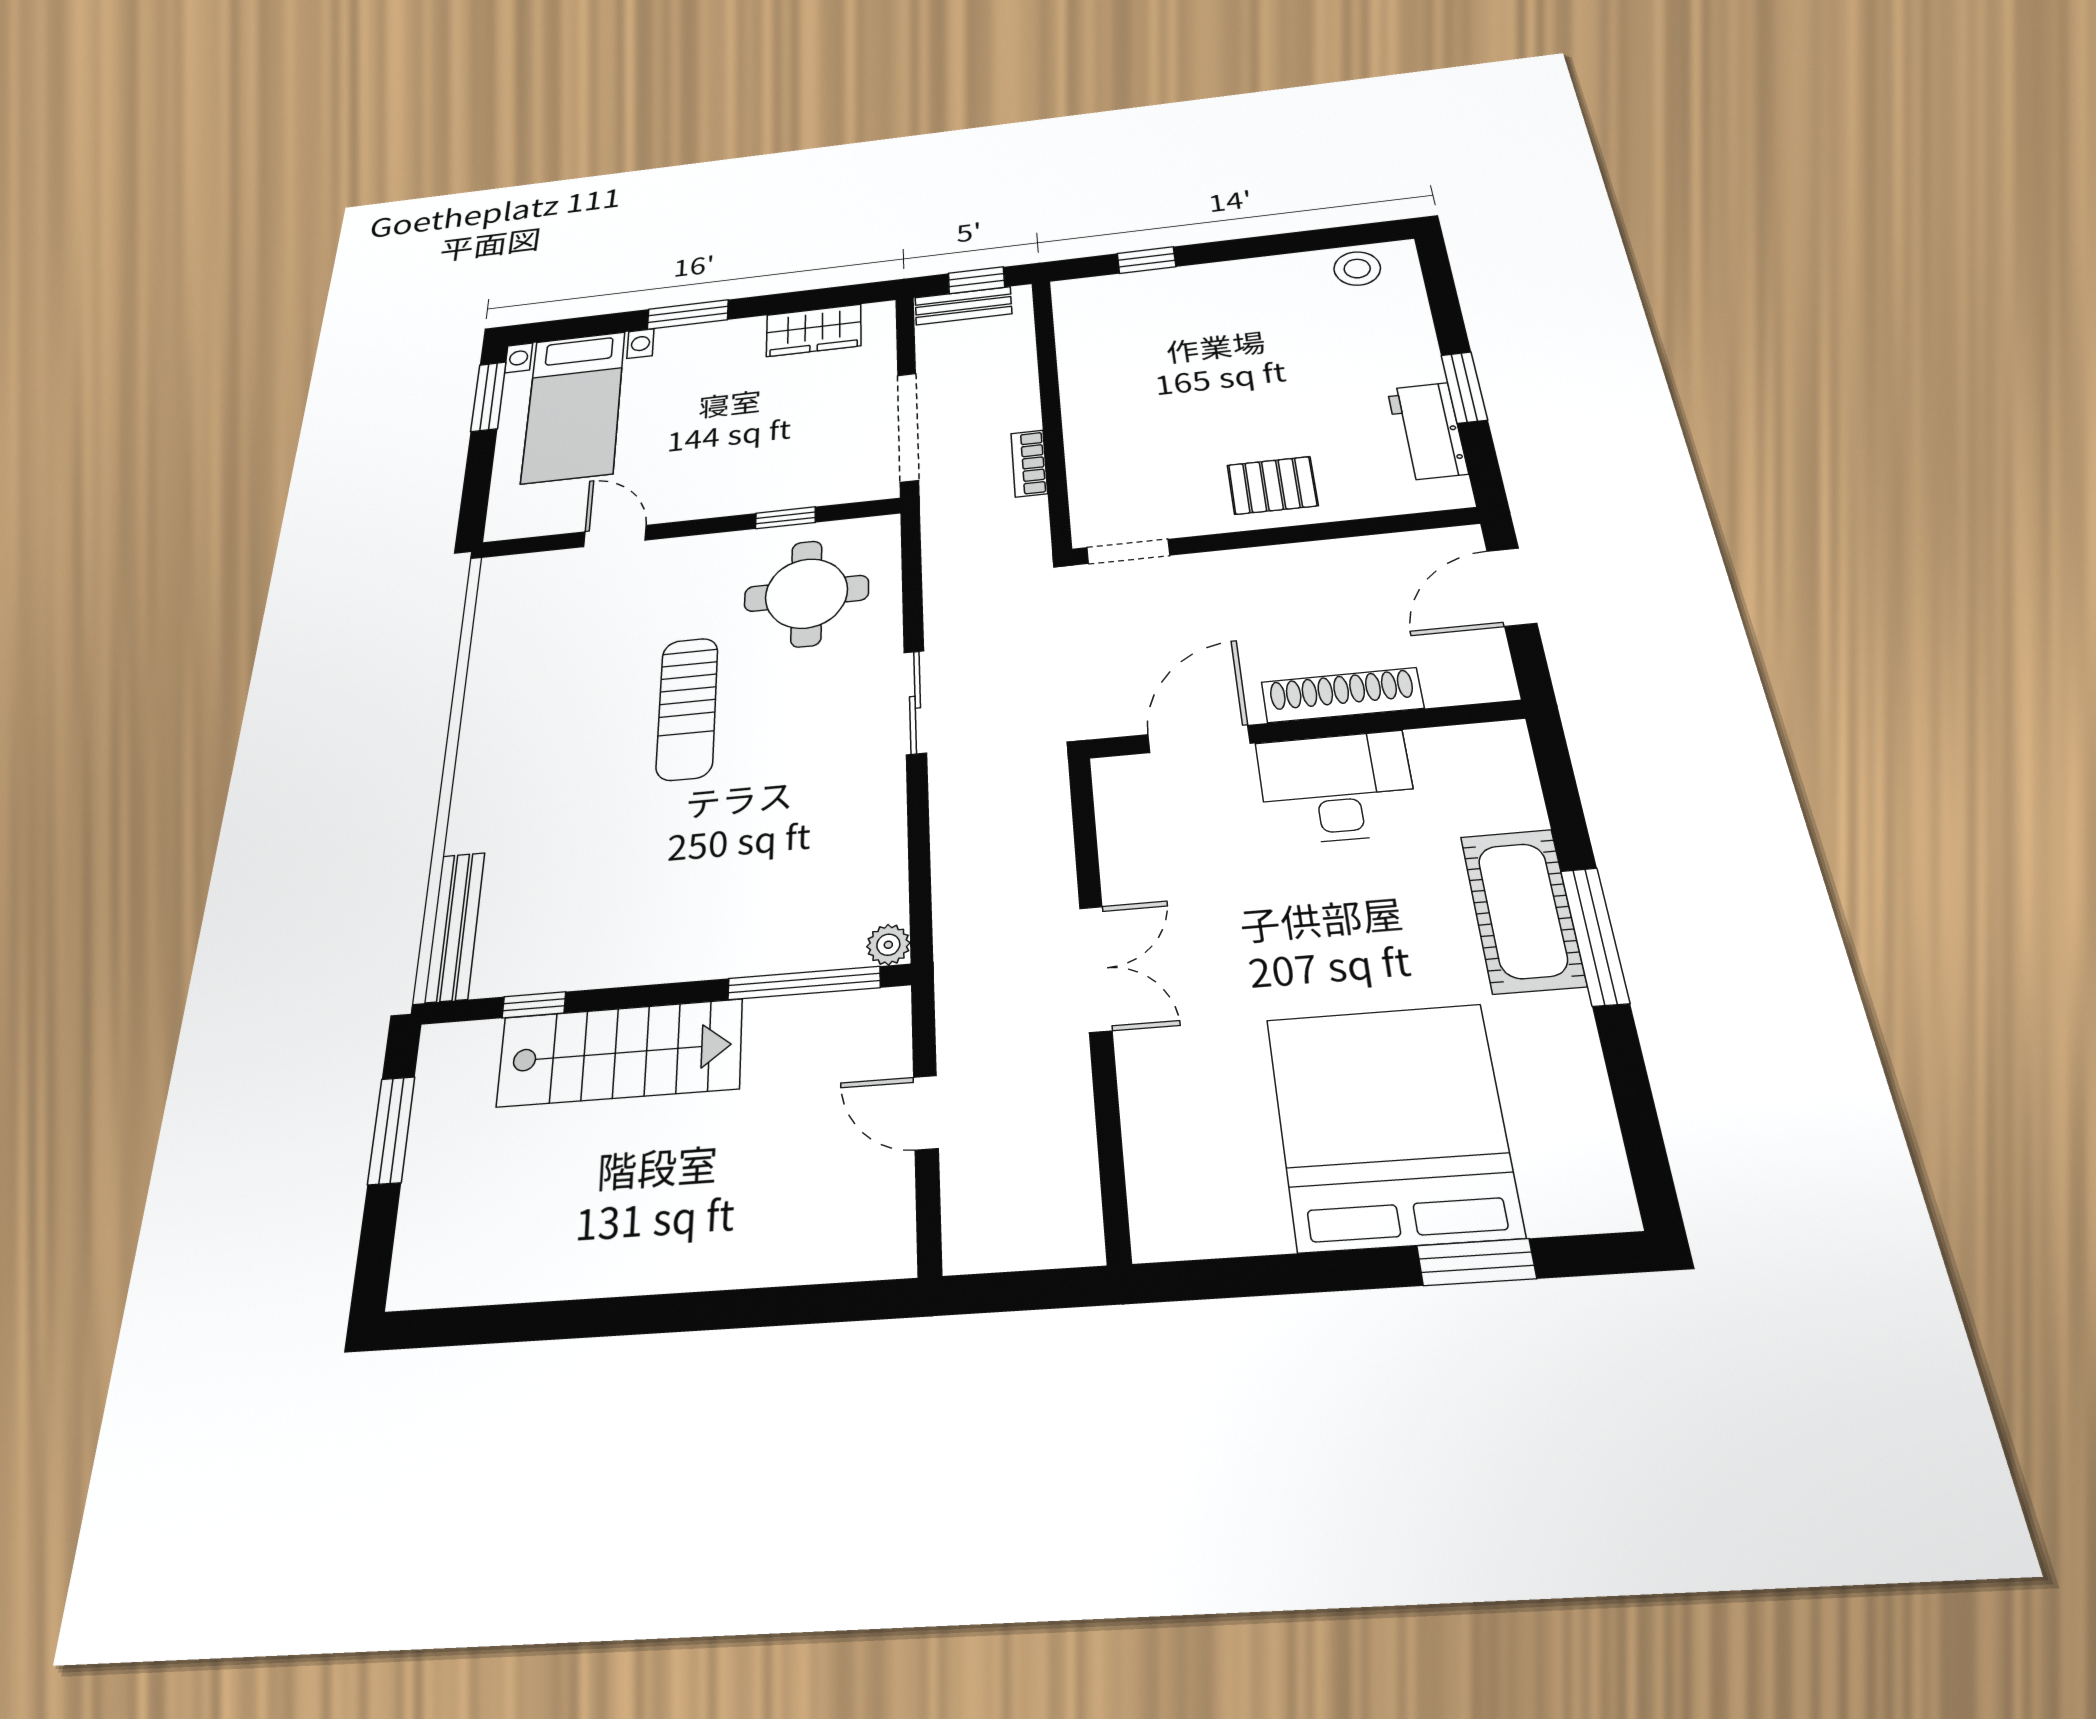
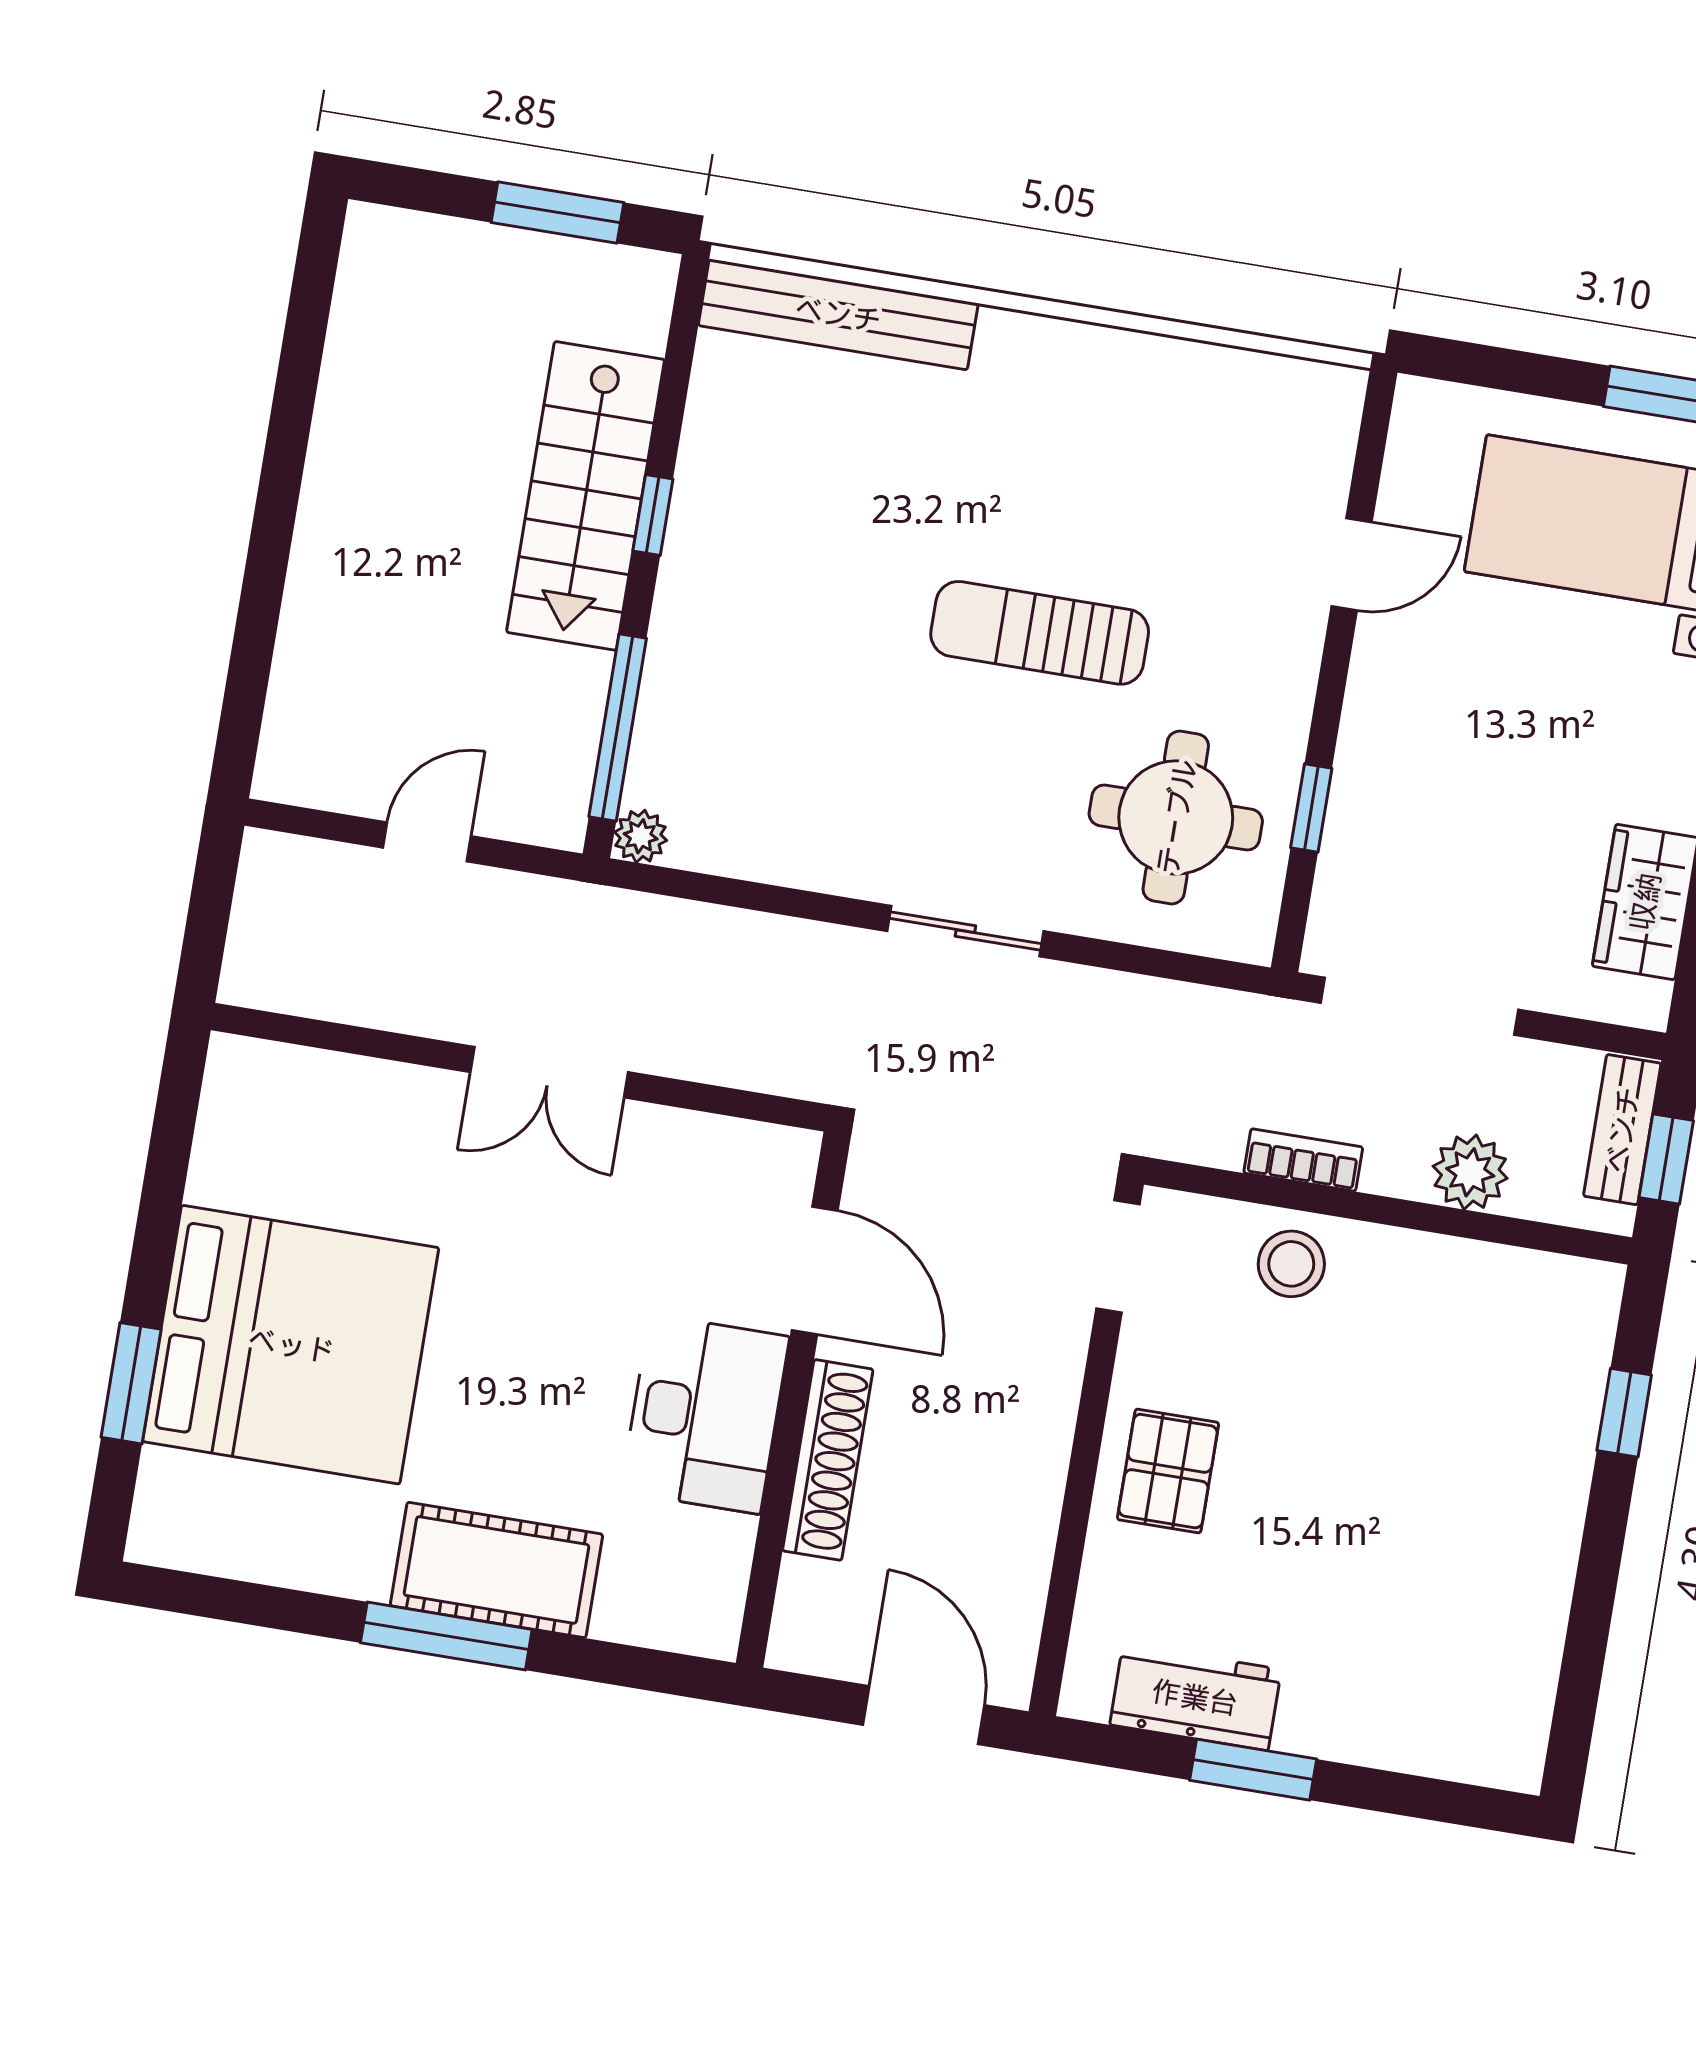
stool: (1357, 268) -> (1291, 1264), moved
plant: (1012, 374) -> (1470, 1172), added
bench: (455, 926) -> (838, 314), width x1.37, depth x1.21
window: (534, 1005) -> (653, 515), moved

